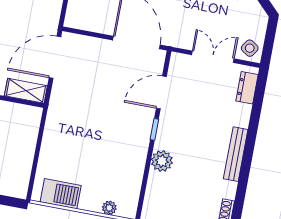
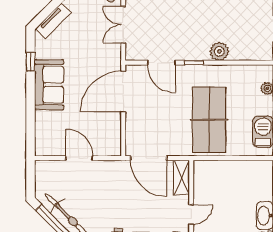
table tennis table: (86, 135) -> (209, 120), added

